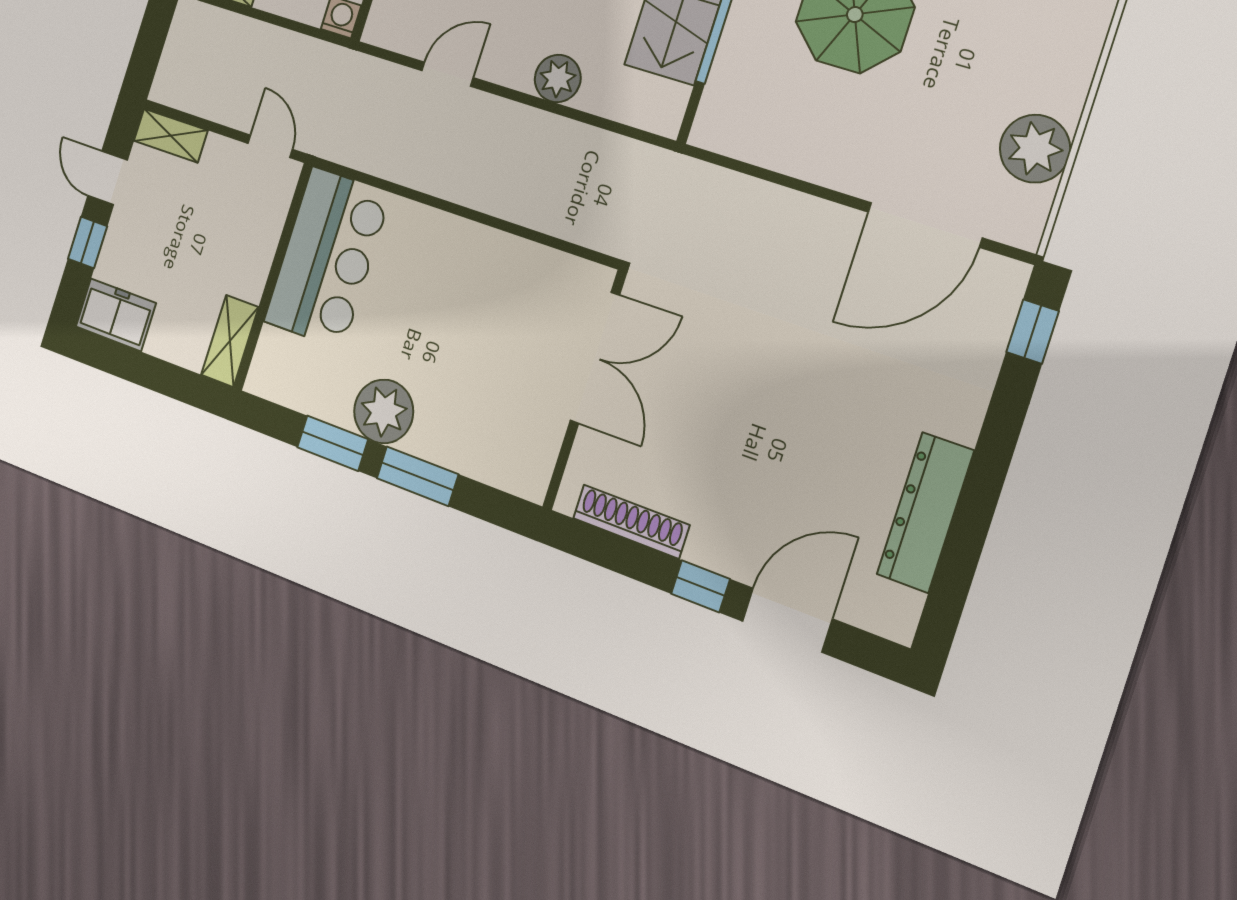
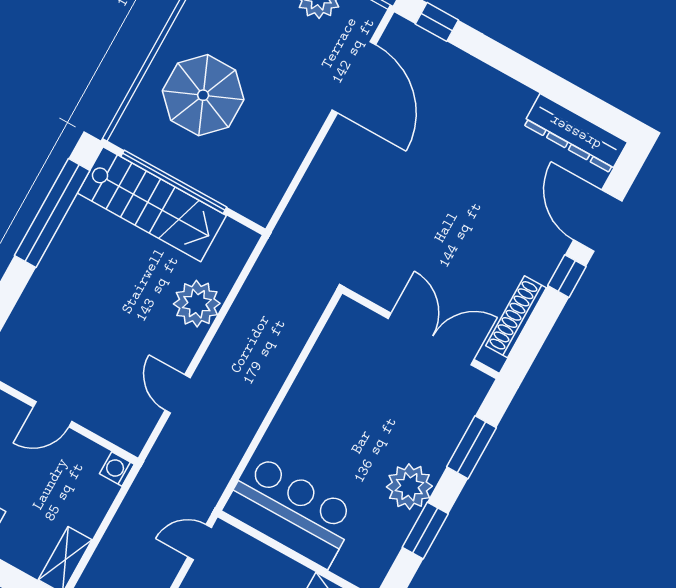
plant: (558, 78) -> (197, 304), width x1.36, depth x1.36
double door: (595, 358) -> (431, 339), moved
window: (417, 476) -> (472, 447), moved
dresser: (925, 513) -> (575, 133), moved

